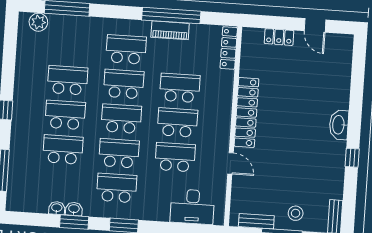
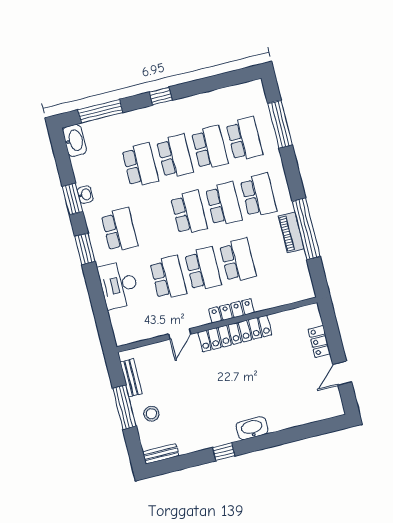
plant: (38, 22) -> (257, 100), removed
locker: (229, 48) -> (231, 311), moved
school desk: (119, 153) -> (244, 139), moved
desk: (192, 207) -> (119, 285), moved
washbasin: (57, 208) -> (75, 140), moved, width x1.91, depth x1.45

